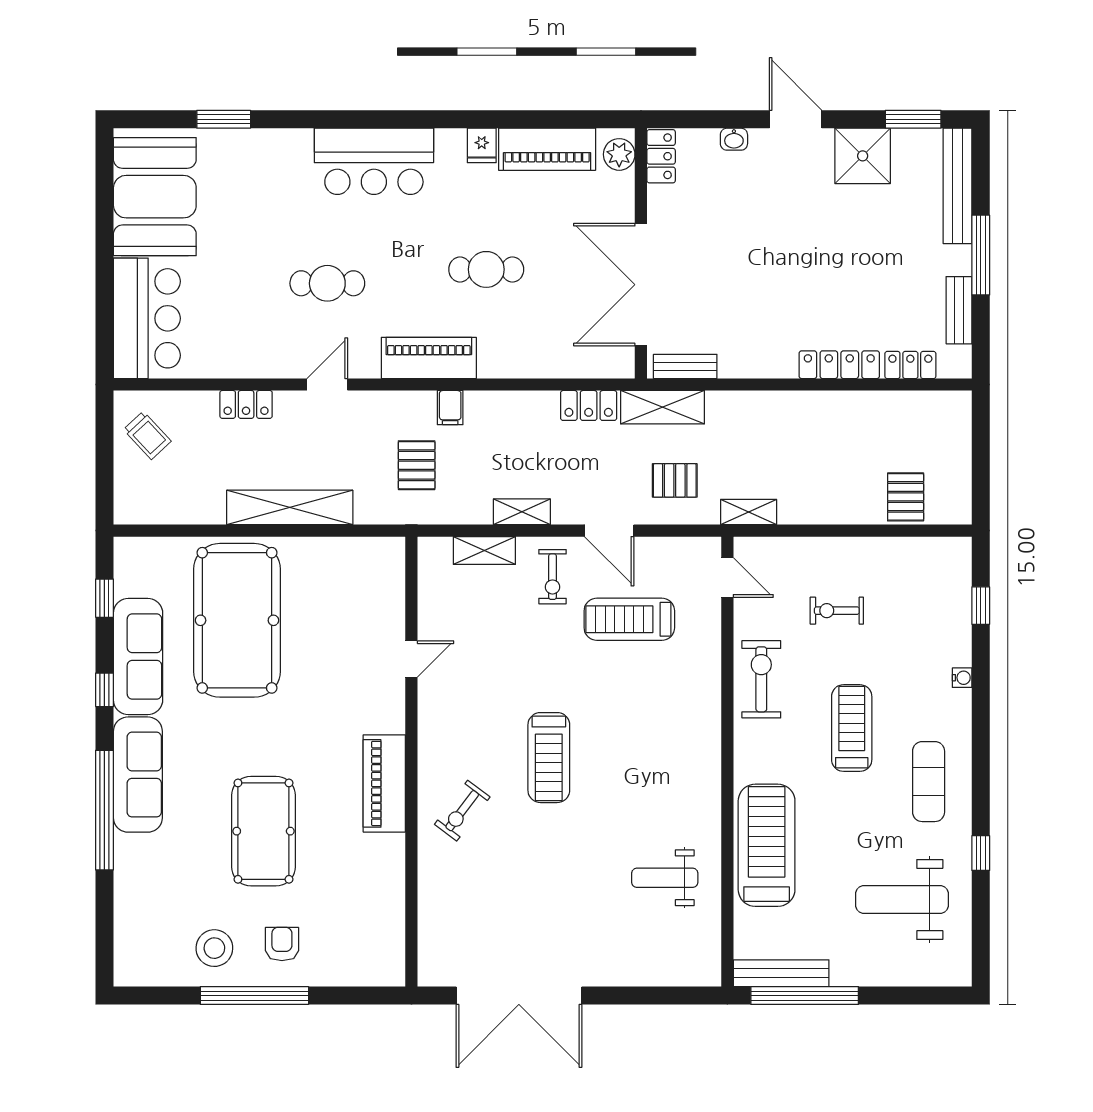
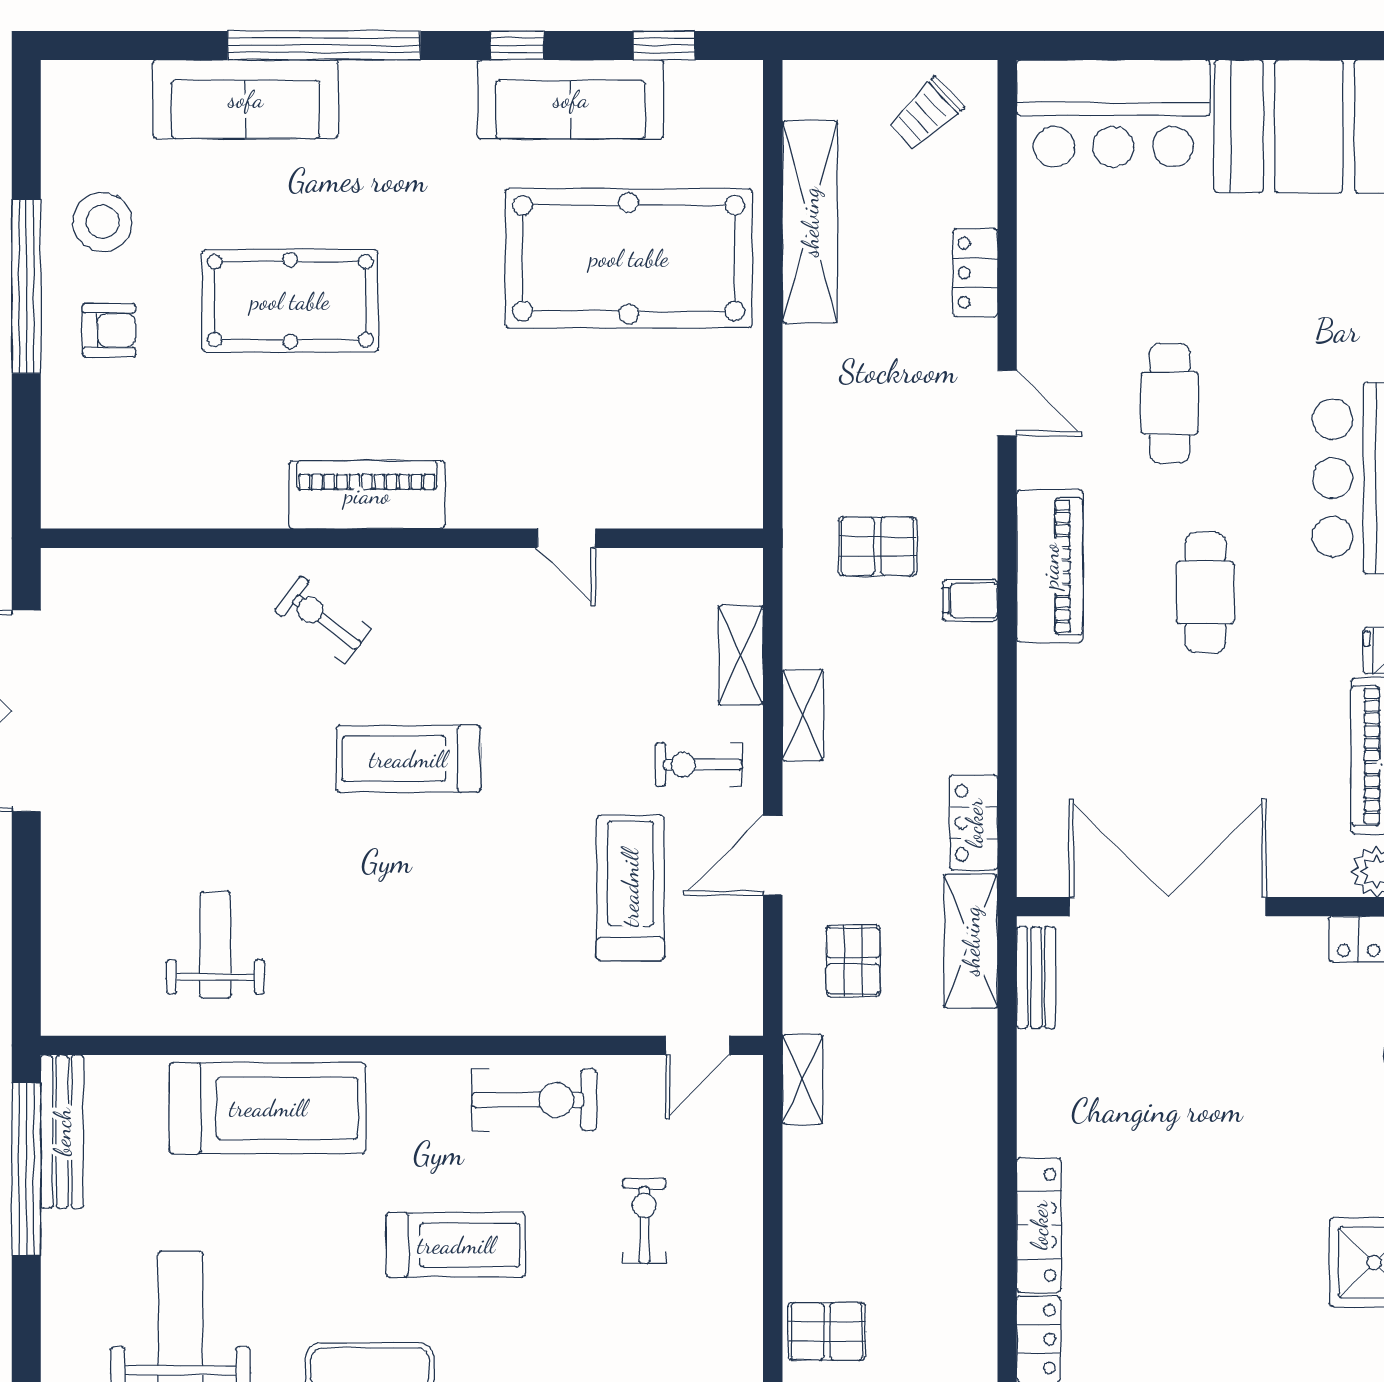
cafe table: (486, 269) -> (1205, 593), moved
shelving: (290, 507) -> (810, 222), moved
sofa: (138, 775) -> (246, 99), moved

